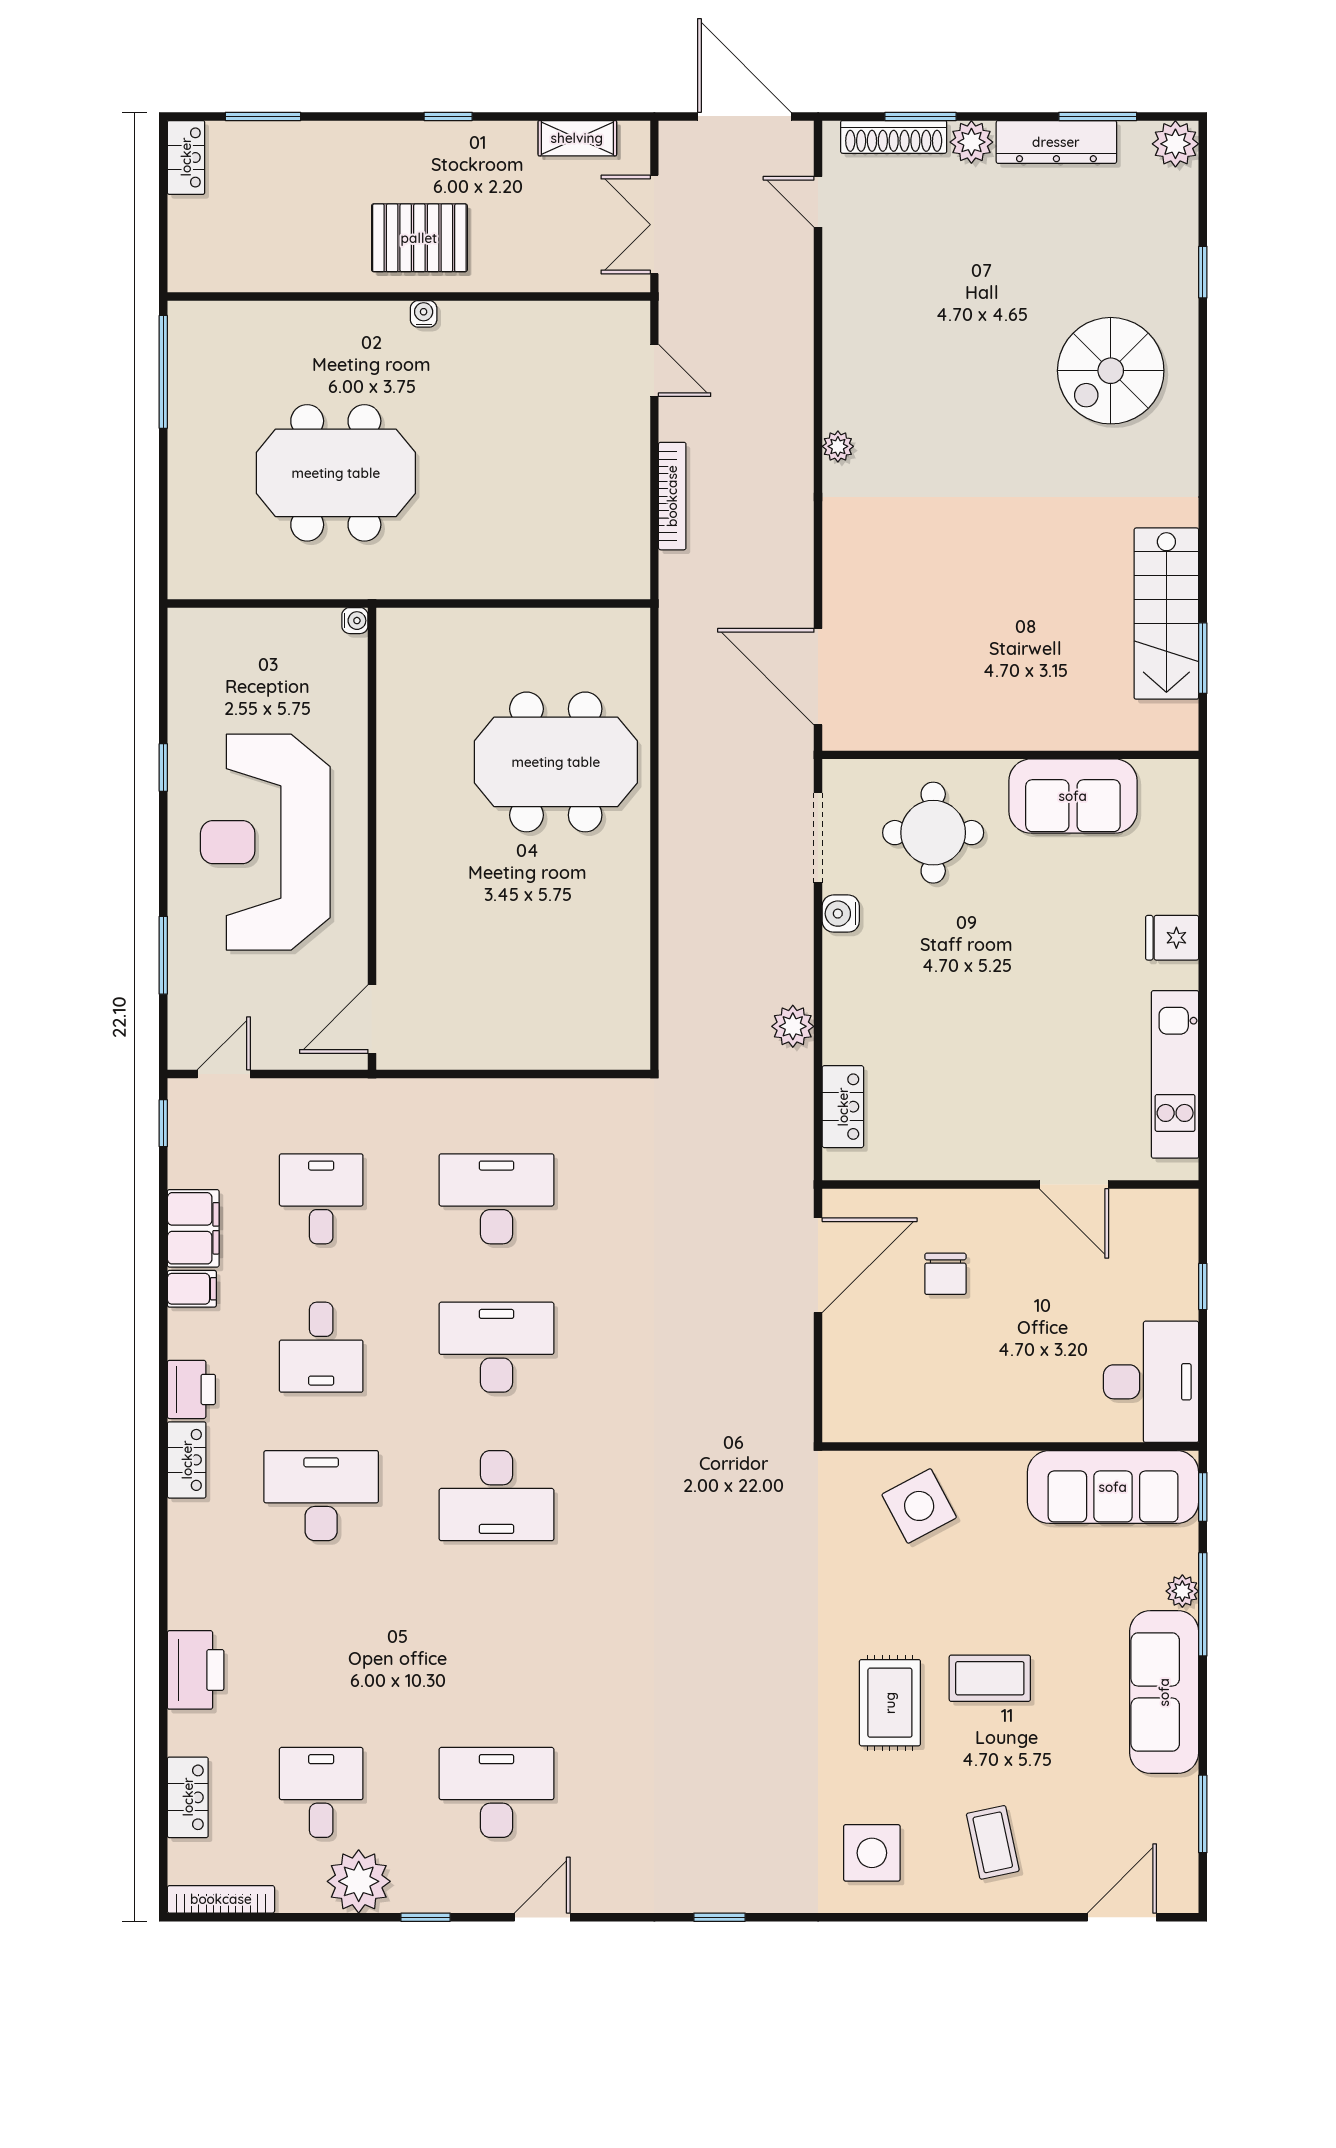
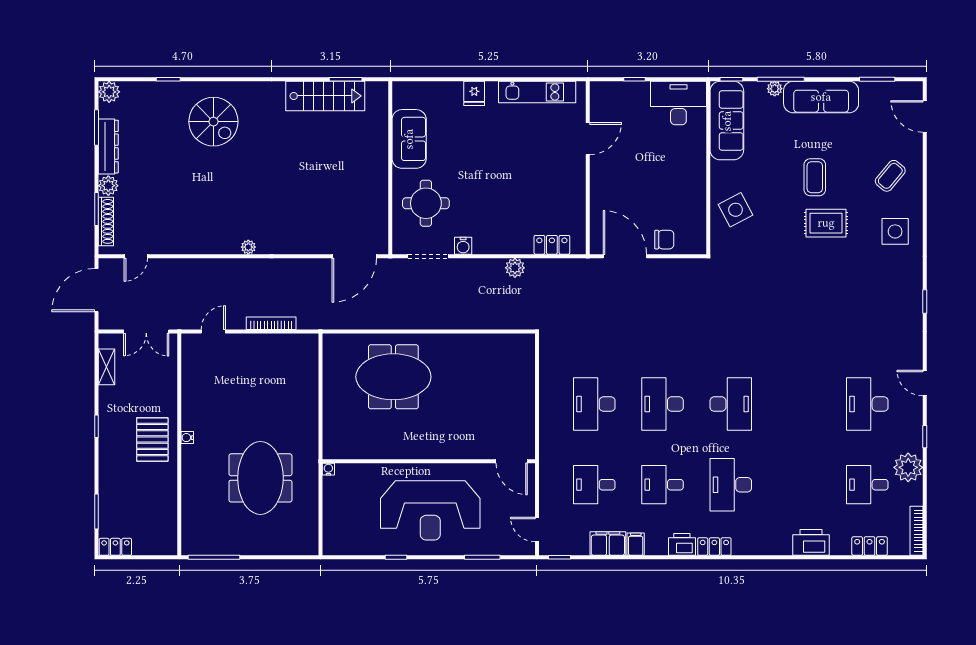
meeting table: (556, 762) -> (393, 377), turned 90
chair: (945, 1274) -> (664, 240), moved
desk: (321, 1347) -> (663, 485), turned 180
coffee table: (993, 1842) -> (890, 176), turned -38

